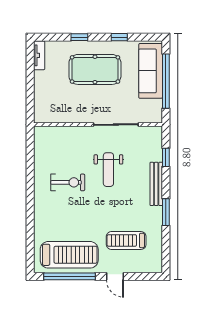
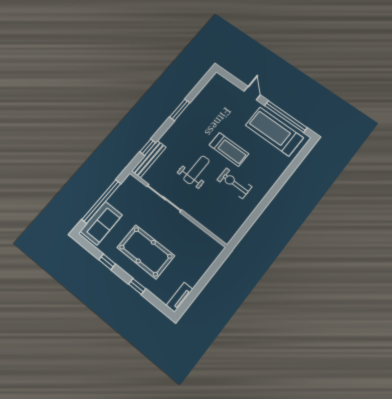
sofa: (151, 71) -> (101, 223), width x0.73
bench: (156, 184) -> (149, 159), moved
treadmill: (126, 240) -> (229, 149), moved

